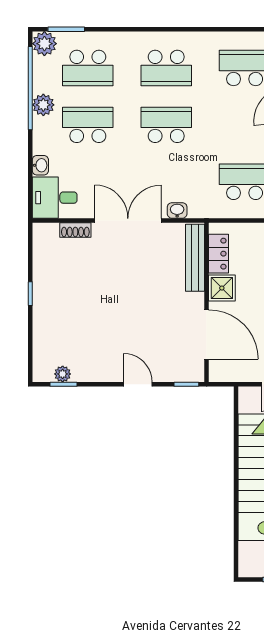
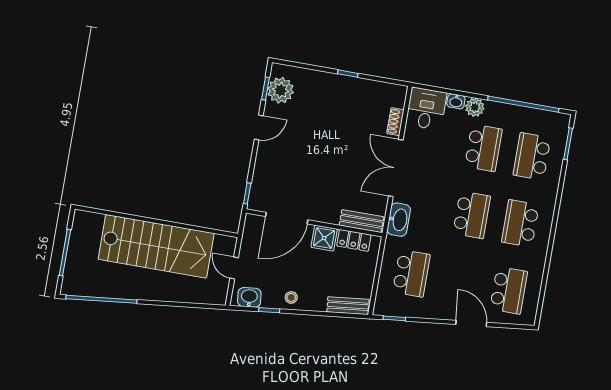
plant: (44, 44) -> (559, 123), removed
plant: (43, 105) -> (475, 107), moved
washbasin: (177, 210) -> (399, 220), width x1.91, depth x1.45
double door: (128, 220) -> (396, 168), swing flipped
bench: (195, 258) -> (362, 221), width x0.73
plant: (63, 374) -> (280, 90), width x1.88, depth x1.88
door: (138, 384) -> (259, 127), moved

